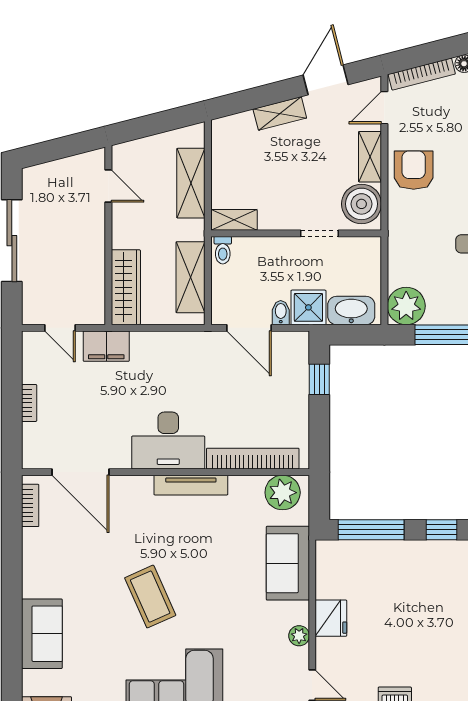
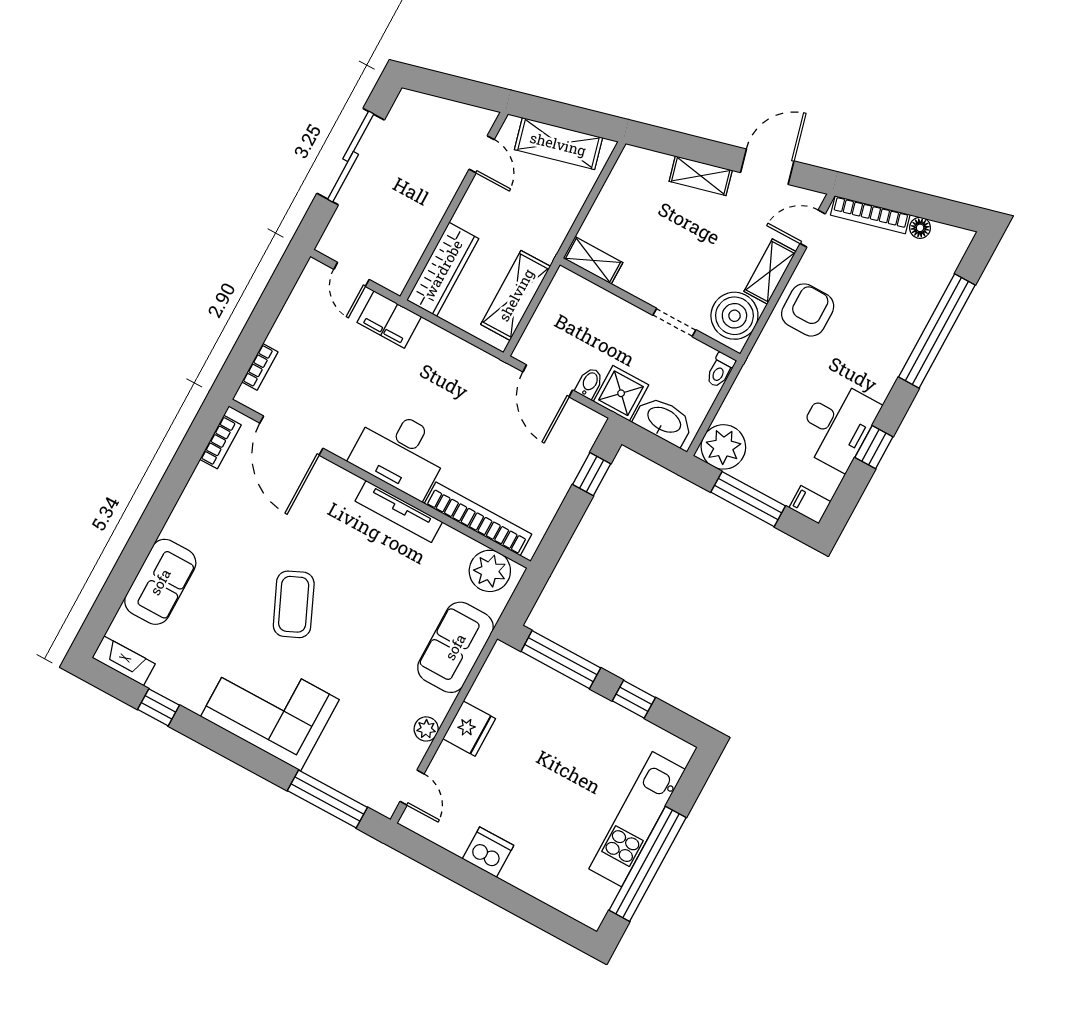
shelving: (191, 183) -> (558, 144), moved, turned 76
toilet: (223, 250) -> (720, 370), moved
bookcase: (29, 403) -> (260, 367), moved

